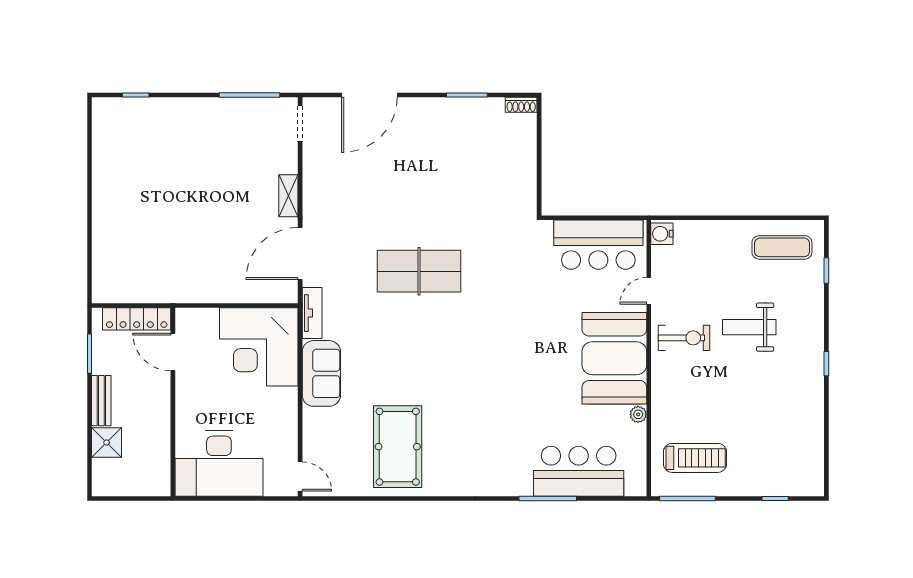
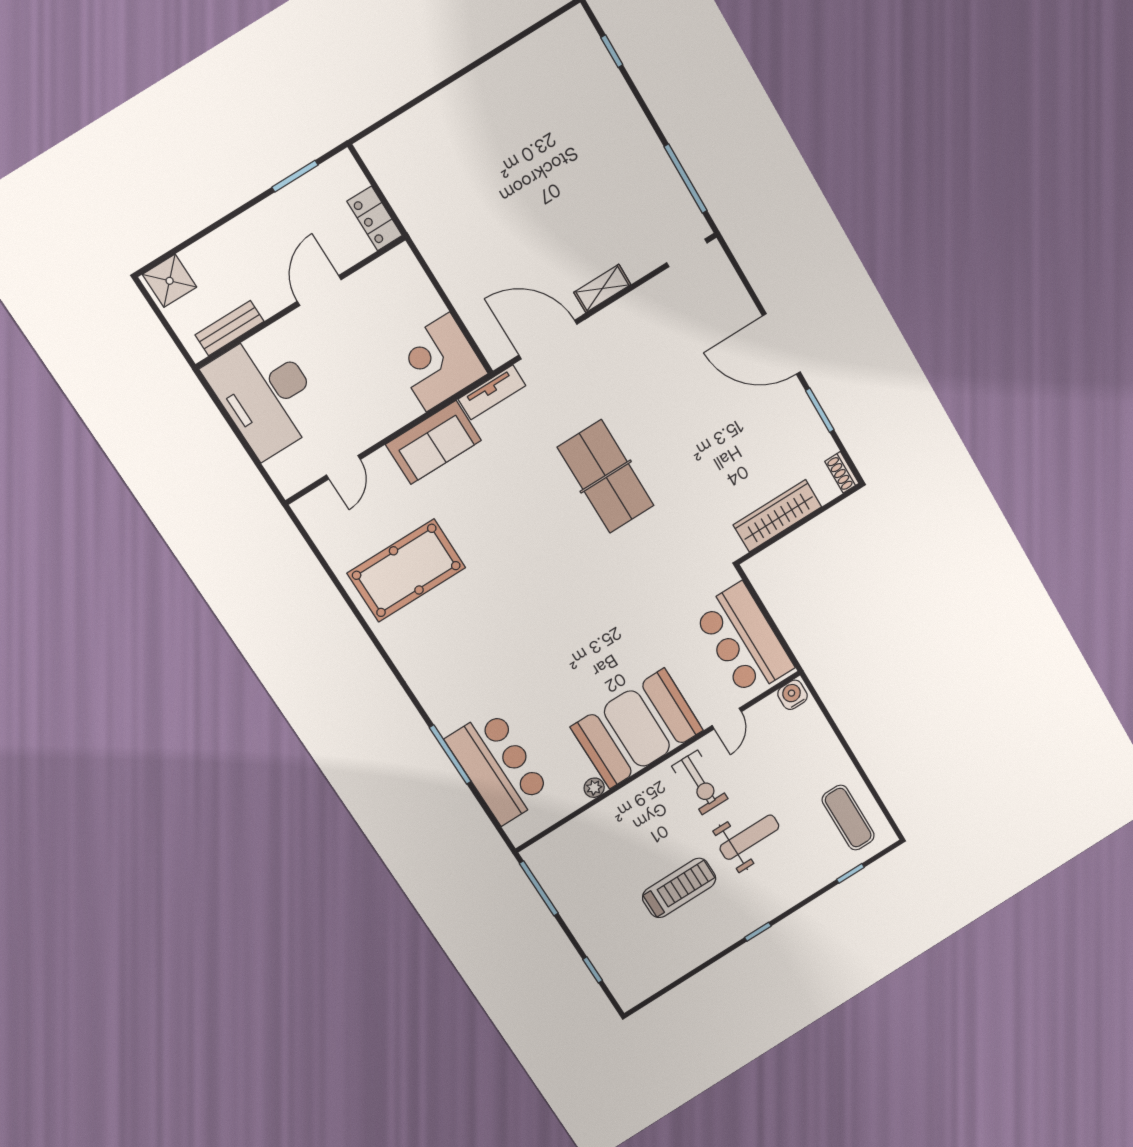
door: (369, 95) -> (781, 344), moved
wardrobe: (523, 168) -> (777, 516), added
door: (649, 291) -> (727, 719), swing flipped
locker: (137, 319) -> (375, 218), width x0.66
weight bench: (749, 327) -> (749, 837), turned 90
corner desk: (259, 347) -> (438, 362), width x0.74, depth x0.74
door: (173, 352) -> (319, 291), moved
bench: (101, 401) -> (230, 328), moved
shower: (107, 442) -> (170, 281), moved
treadmill: (695, 458) -> (679, 888), moved, turned -90
door: (300, 476) -> (343, 467), moved

